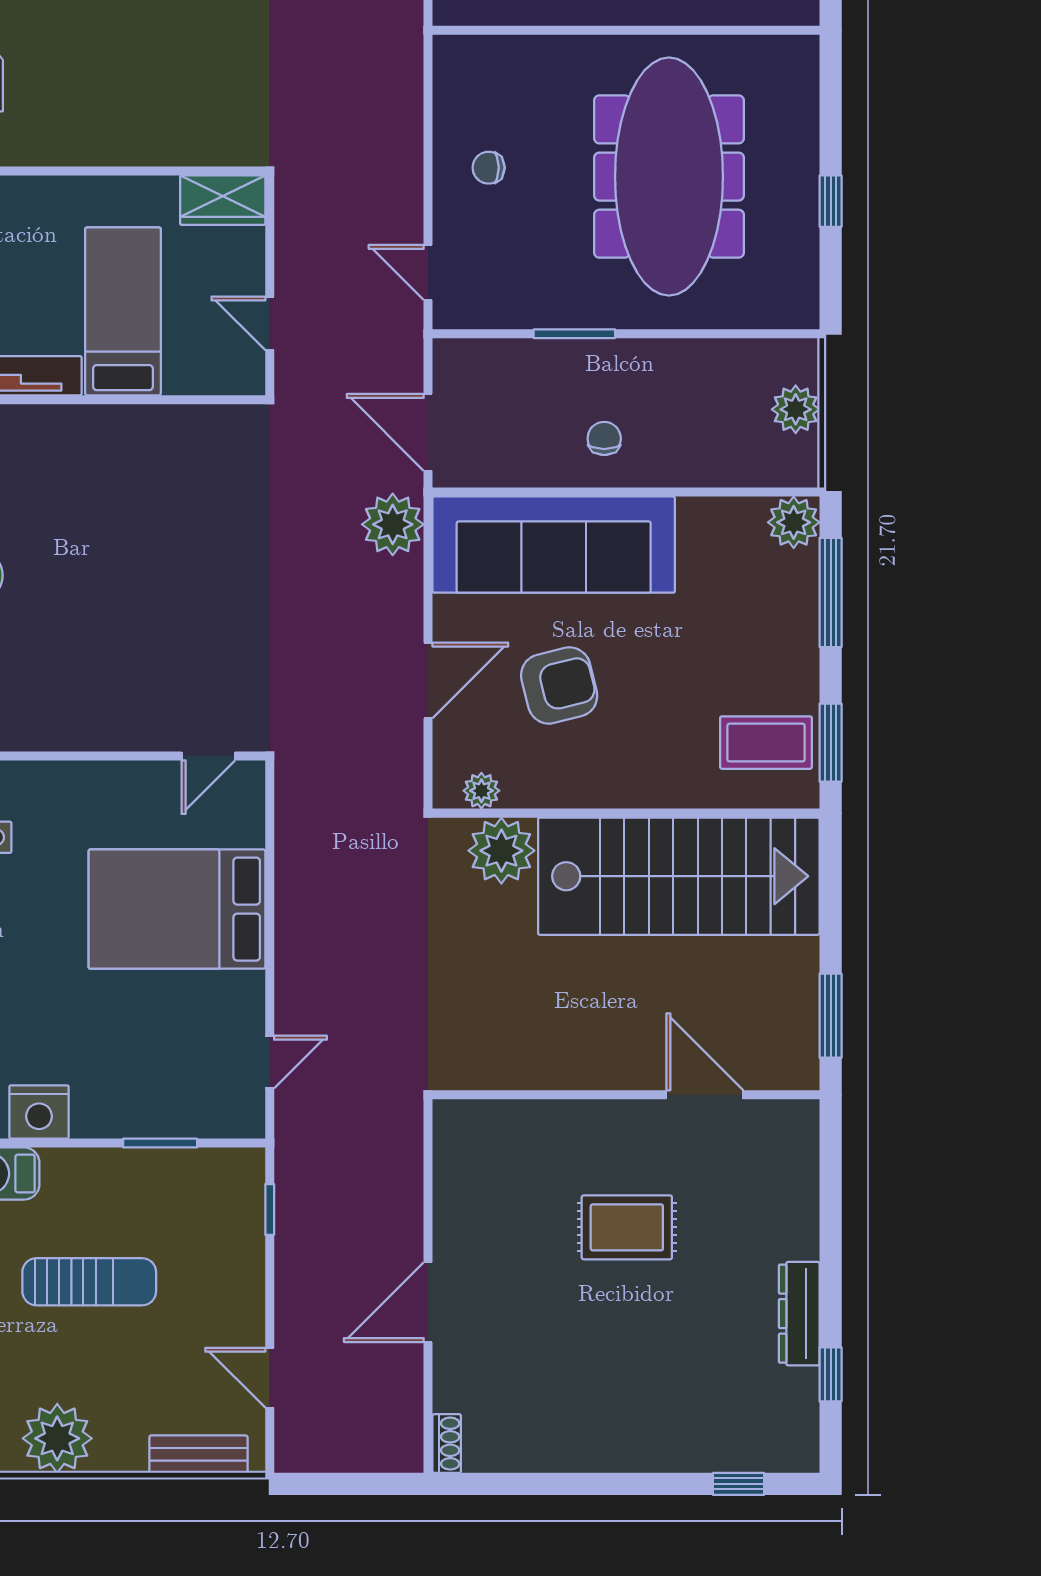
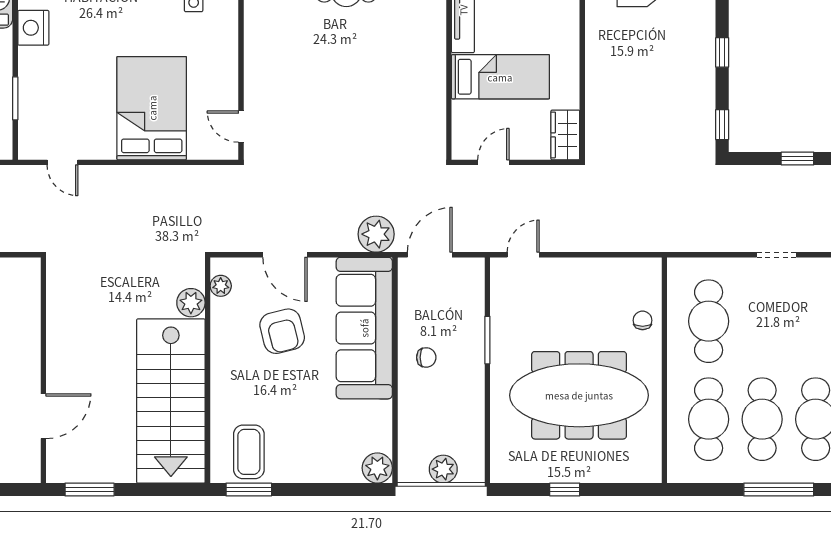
chair: (489, 168) -> (643, 320), moved
window: (831, 592) -> (336, 489), removed
plant: (501, 851) -> (191, 303), width x0.73, depth x0.73

